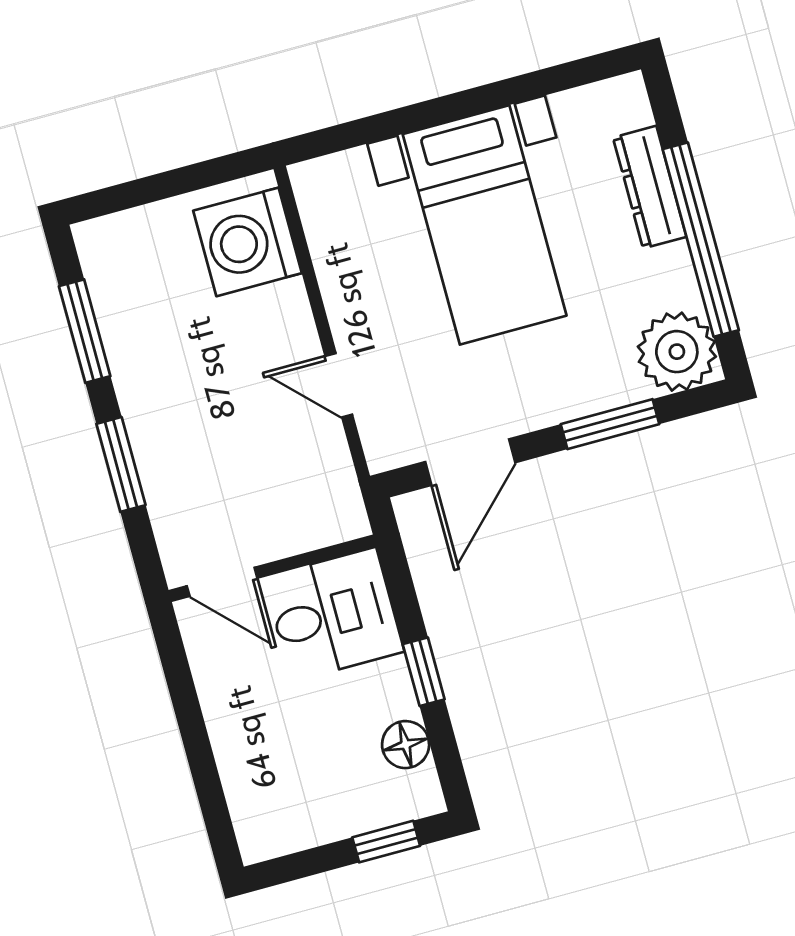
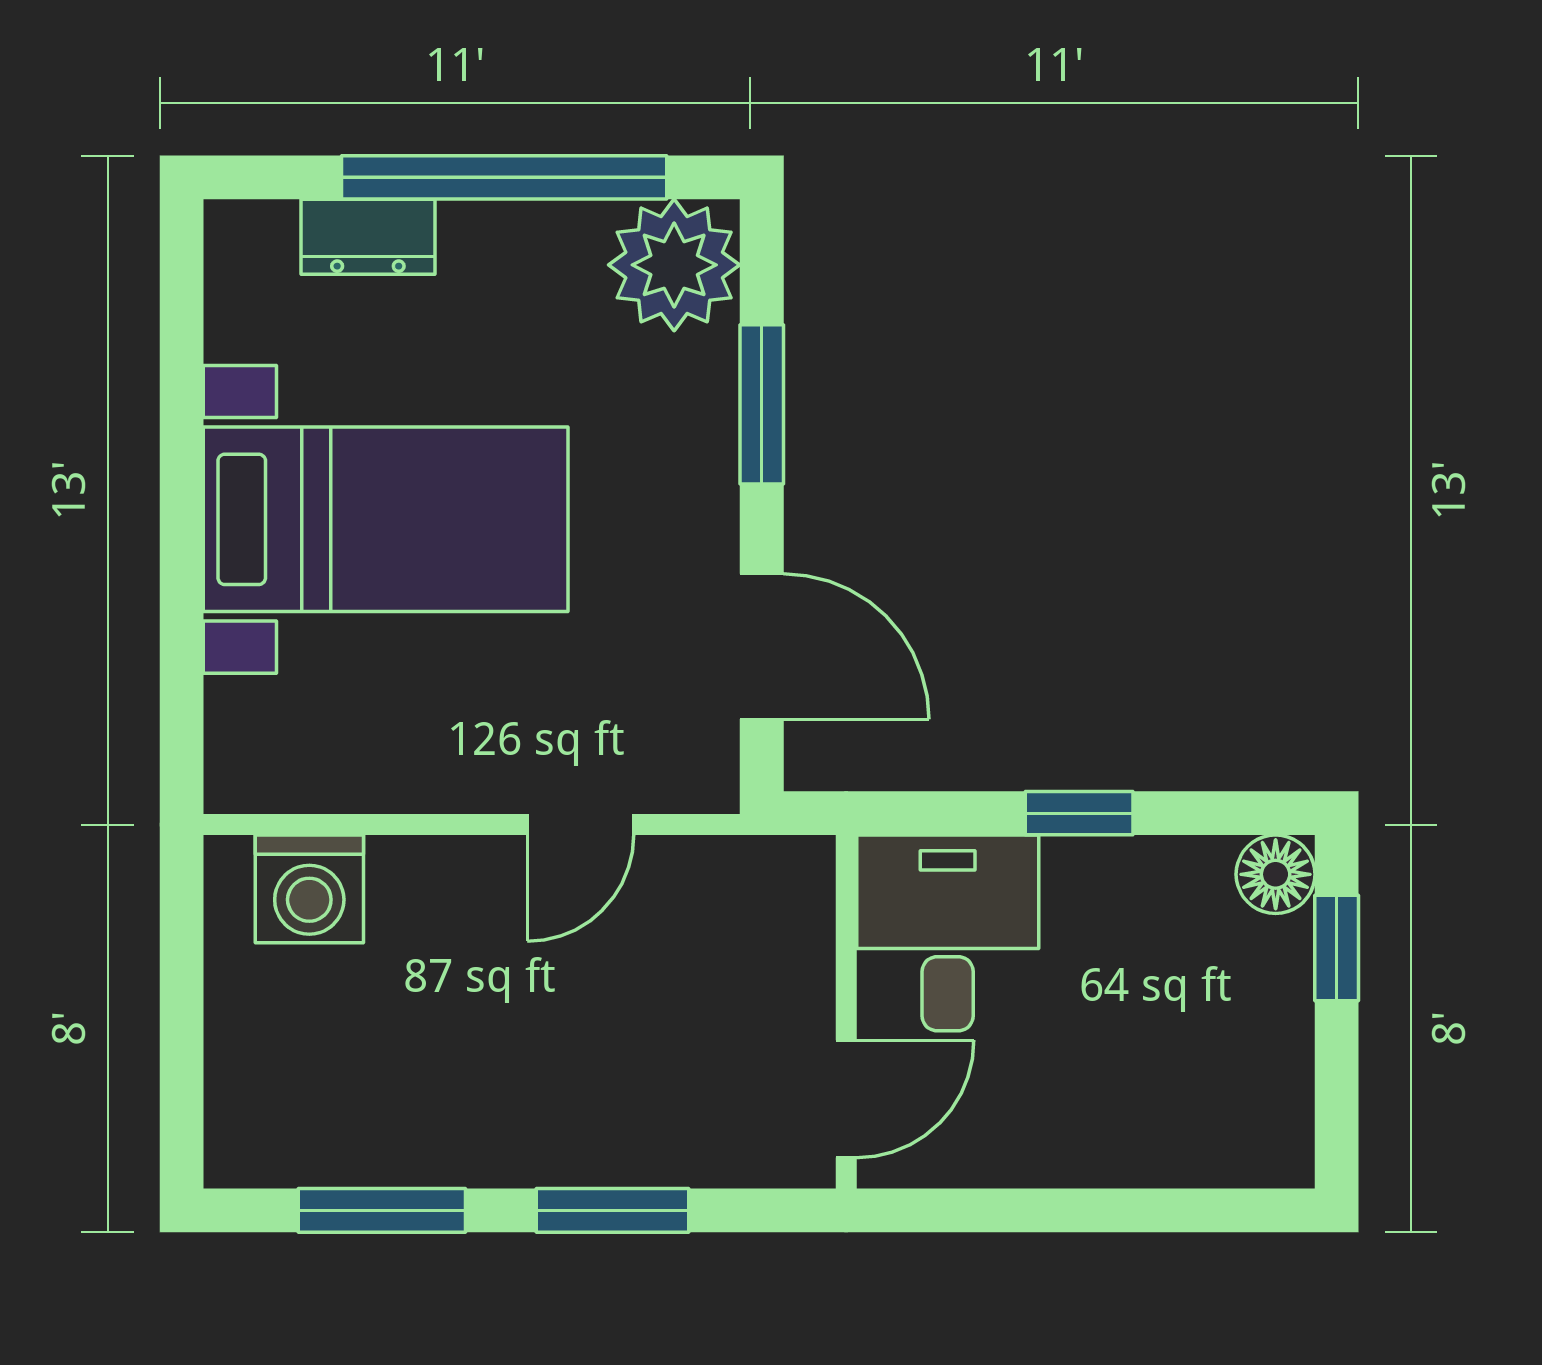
dresser: (650, 187) -> (368, 237), width x0.70
washing machine: (247, 242) -> (309, 889), width x0.73, depth x0.73
floor lamp: (406, 745) -> (1276, 874), moved

